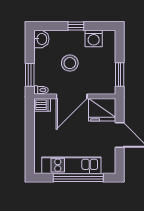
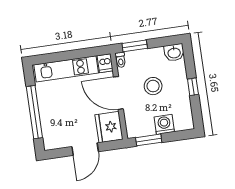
washing machine: (94, 38) -> (164, 124), moved, turned 90
kitchen unit: (71, 165) -> (66, 69), moved, turned 90

